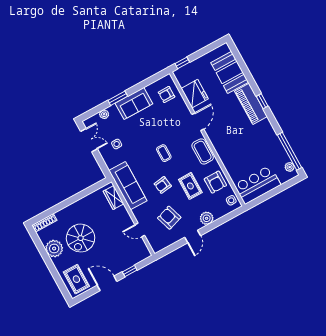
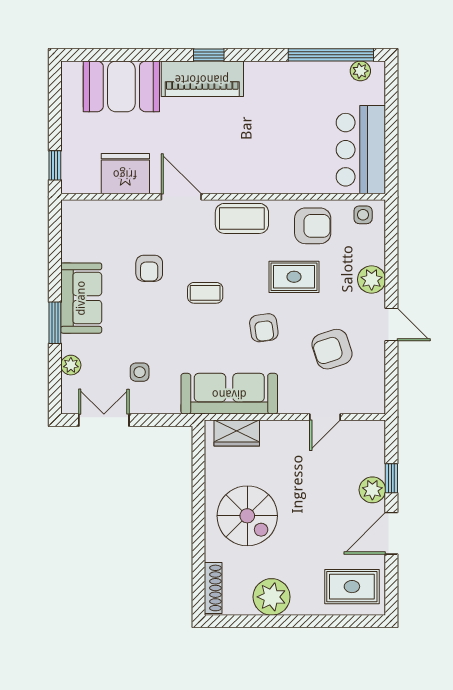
armchair: (167, 95) -> (149, 268), moved
spiral stairs: (81, 238) -> (247, 516), moved
plant: (121, 266) -> (372, 490), added

